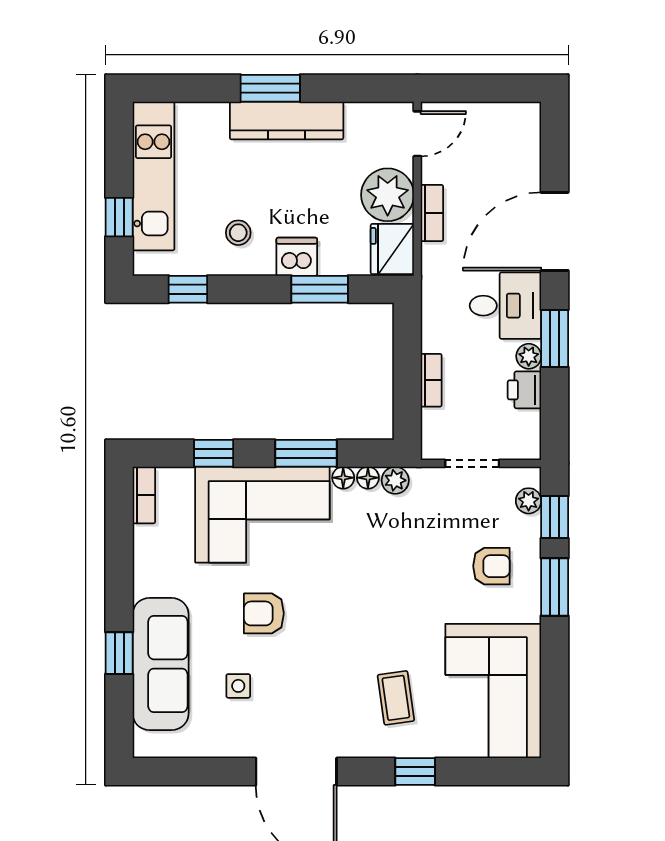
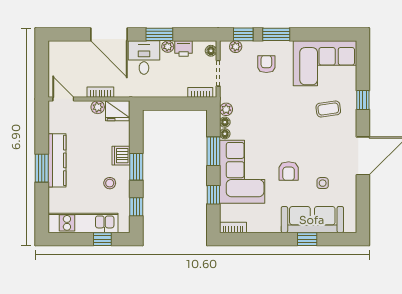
plant: (388, 195) -> (98, 107), width x0.53, depth x0.53
window: (320, 289) -> (136, 167), moved
bookcase: (431, 380) -> (200, 92), moved
floor lamp: (520, 448) -> (211, 51), added

